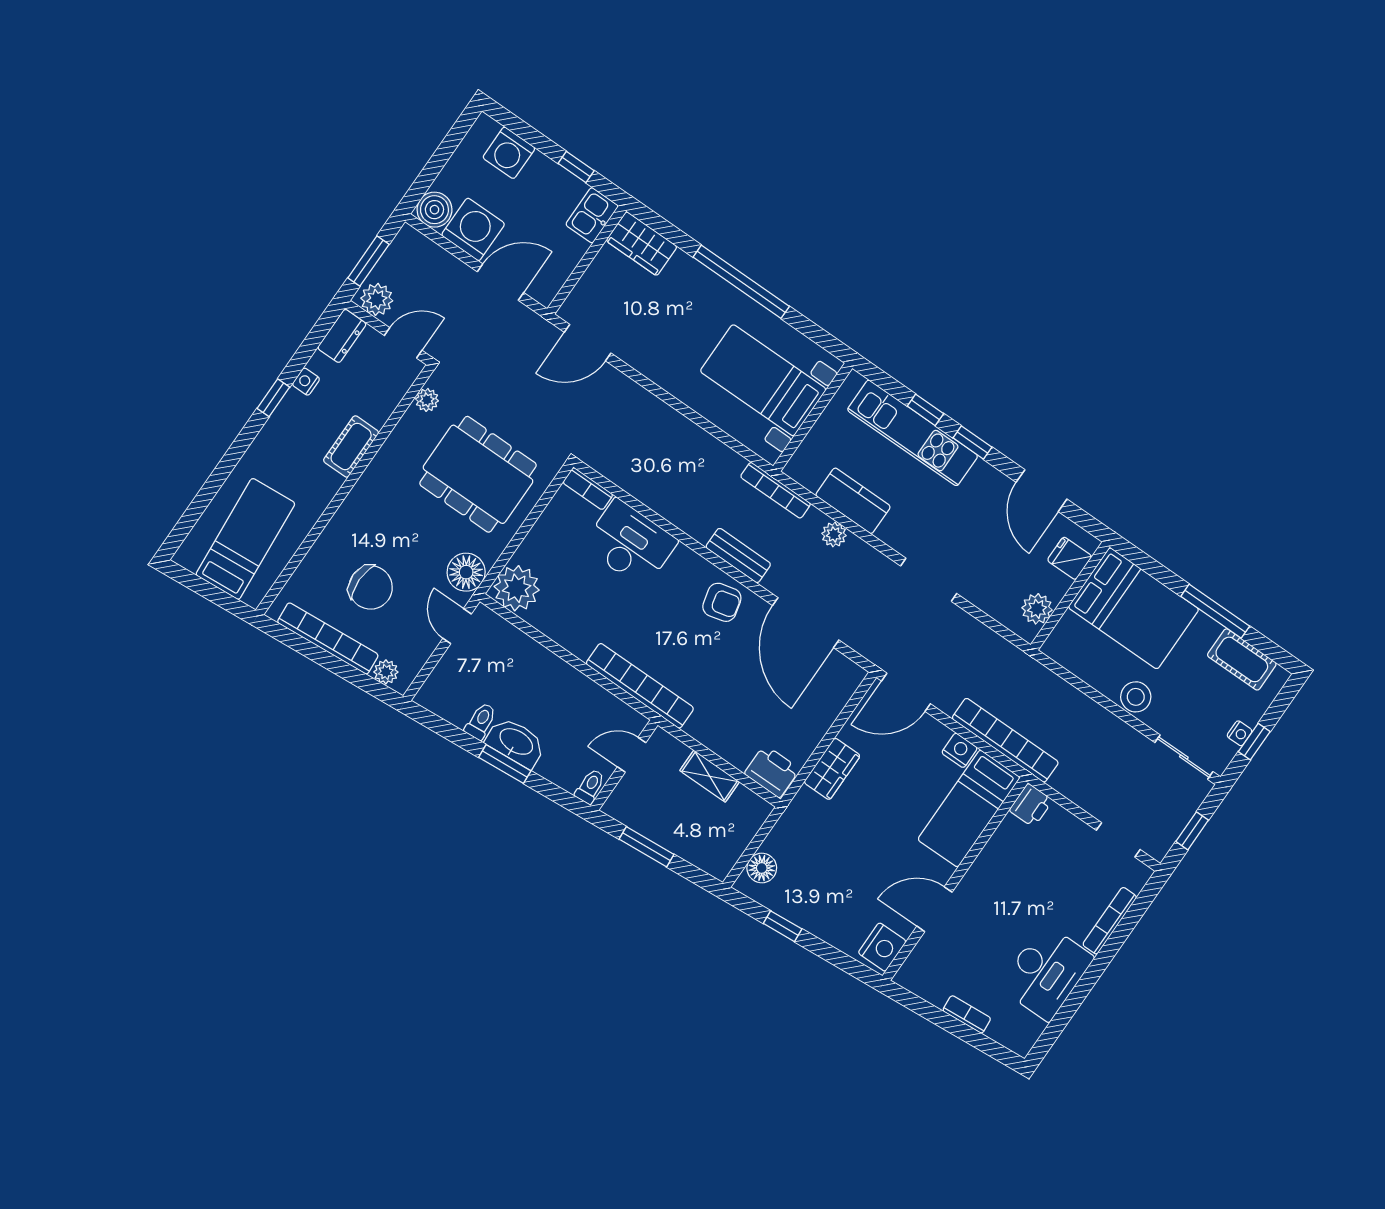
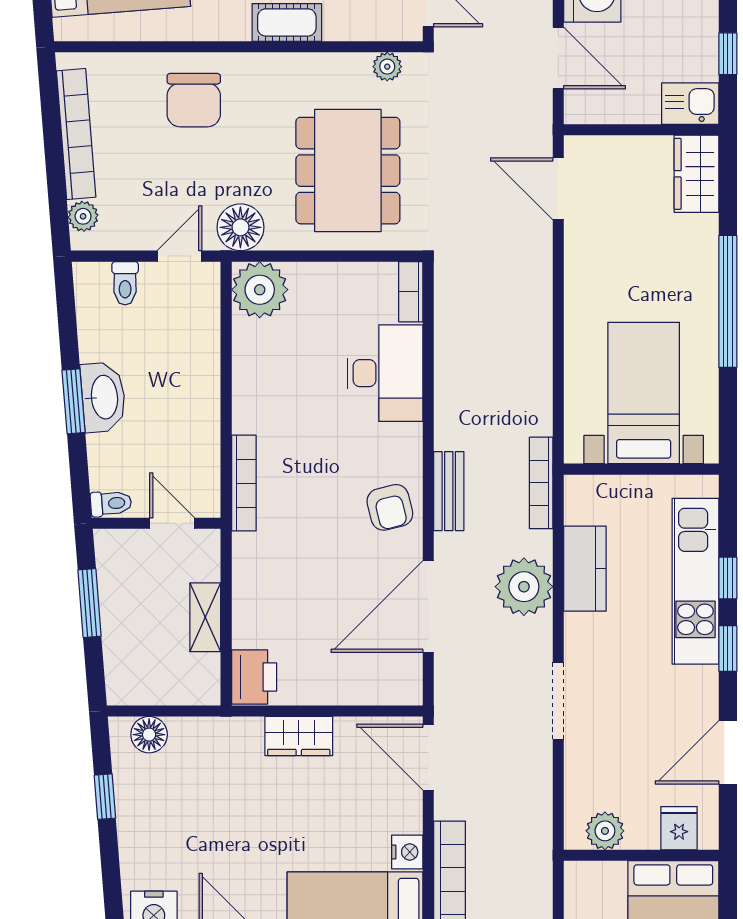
plant: (834, 534) -> (524, 587), width x1.87, depth x1.87
chair: (371, 587) -> (194, 100), moved
bookcase: (640, 686) -> (244, 483), width x0.68, depth x0.76
toilet: (481, 721) -> (125, 283), moved, turned 95

